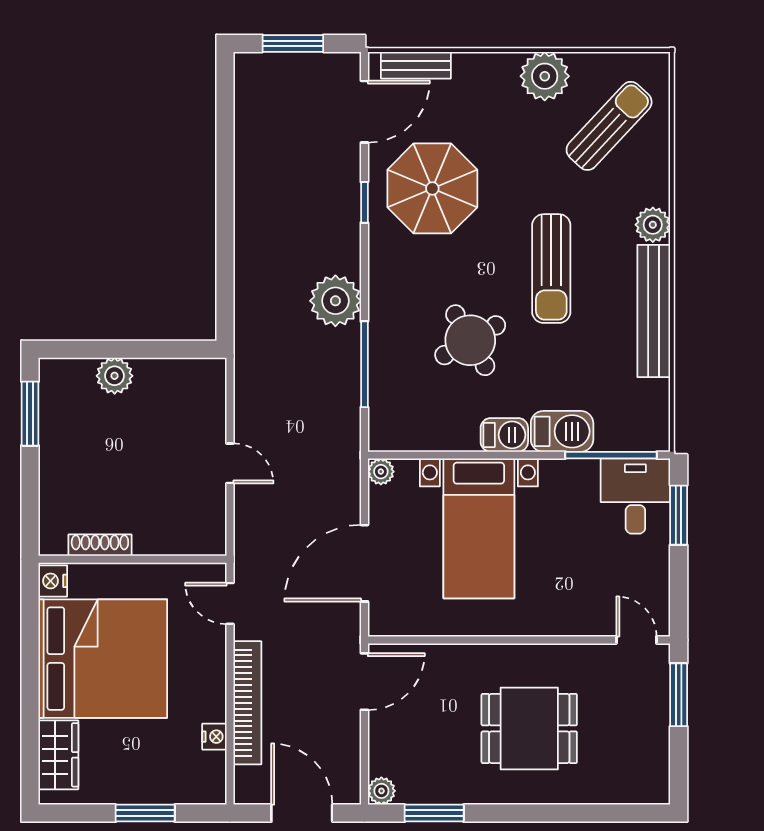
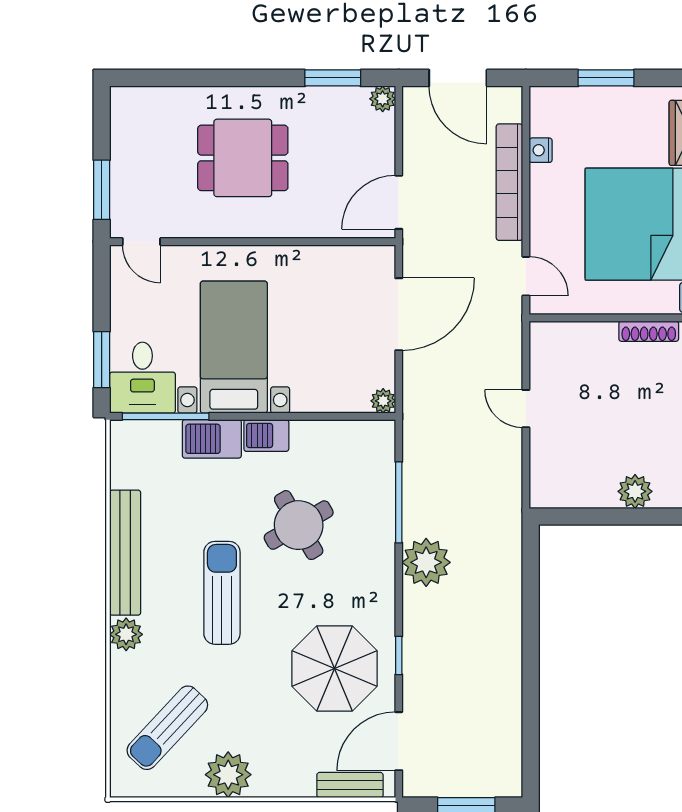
bed with nightstands: (479, 528) -> (234, 347), moved

